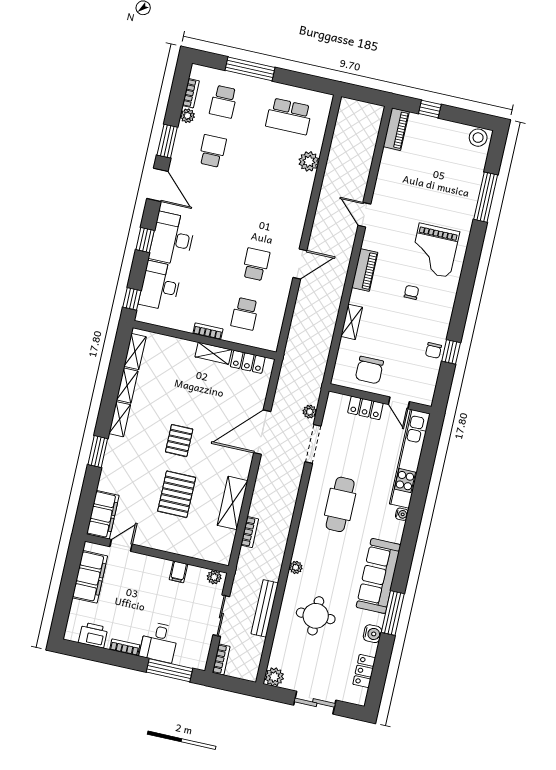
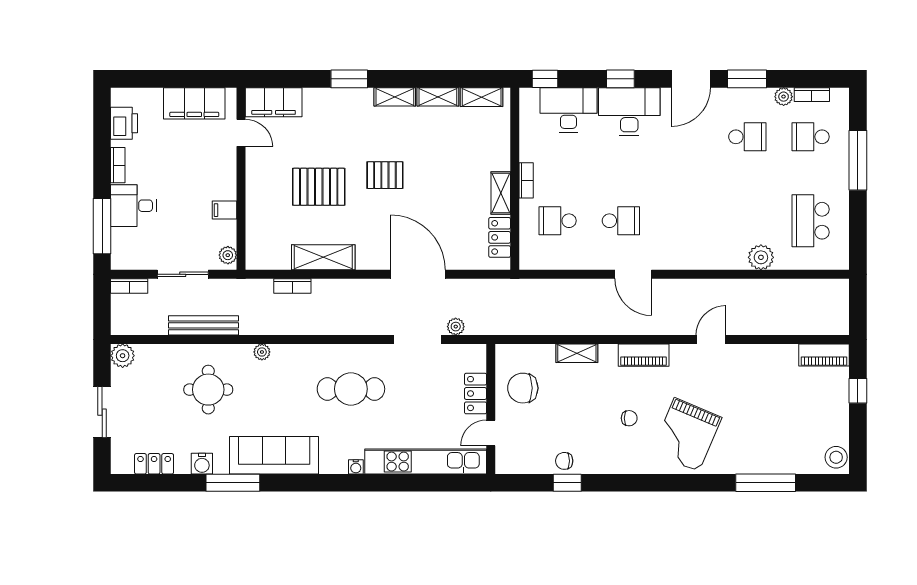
grand piano: (434, 250) -> (687, 435), turned -67

